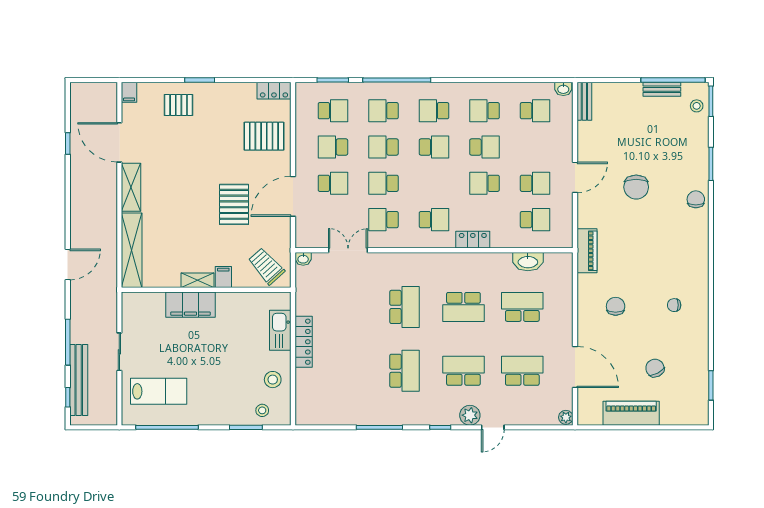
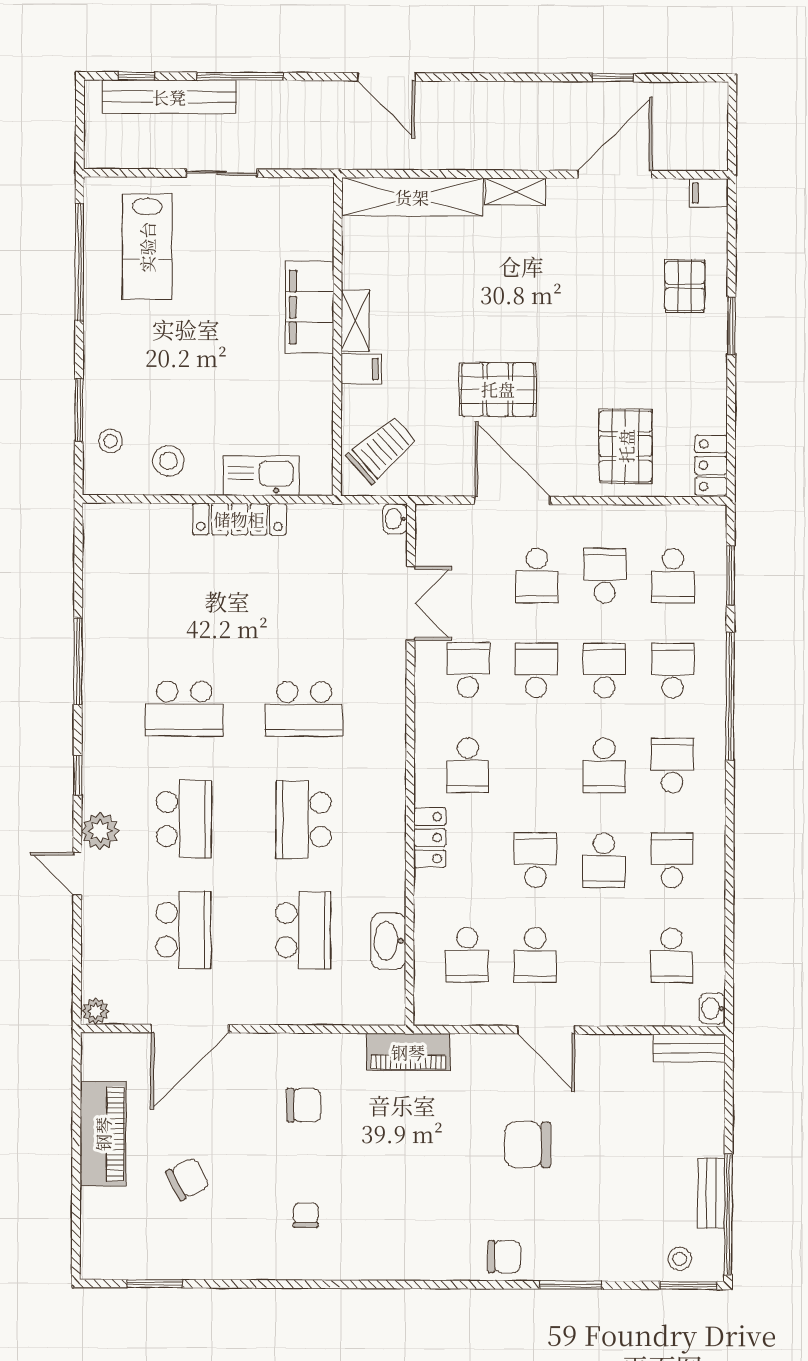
shelving: (131, 187) -> (515, 192), width x0.67, depth x0.75

